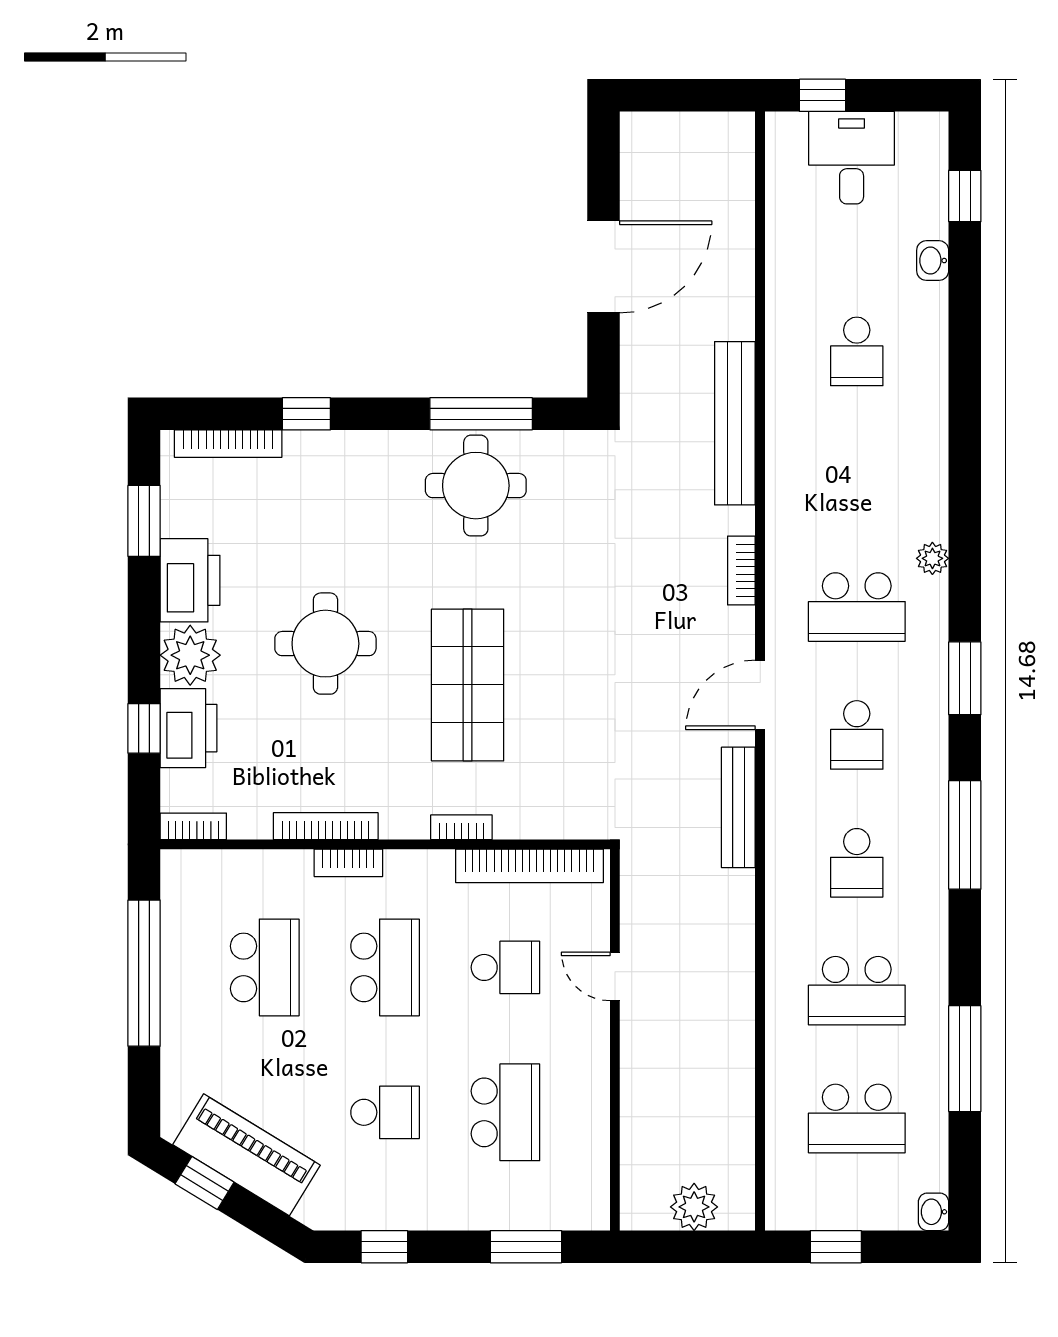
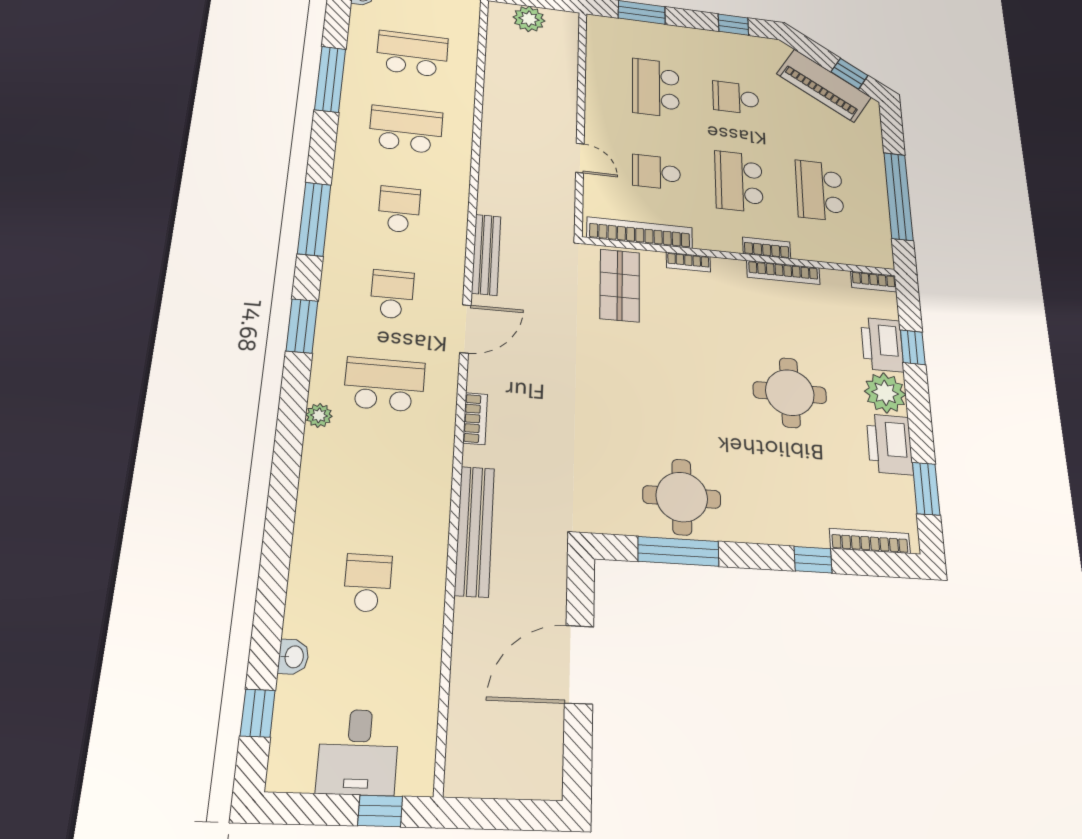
shop shelf: (468, 685) -> (620, 285), moved, width x0.70, depth x0.74

